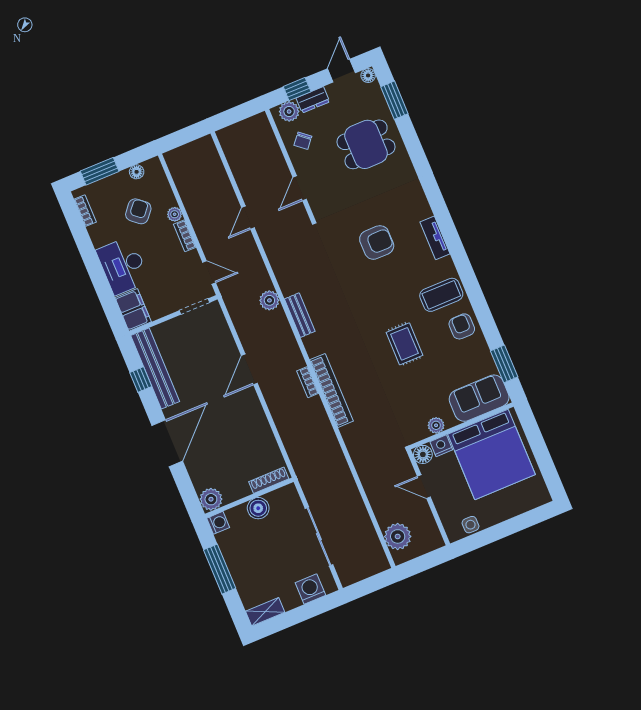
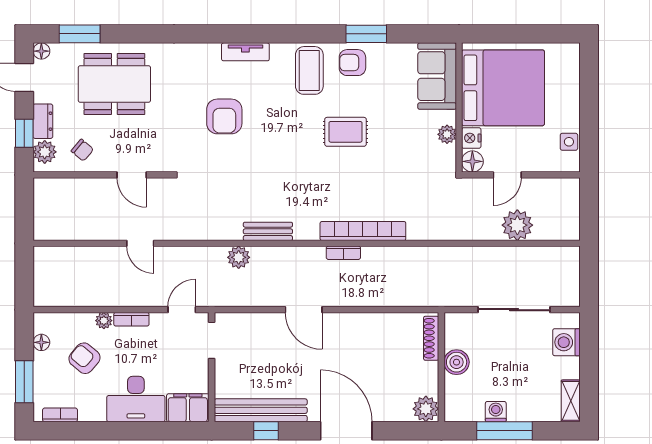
dining table: (366, 144) -> (114, 84), width x1.38
armchair: (377, 242) -> (224, 116), turned 180
window: (504, 364) -> (366, 34), moved
washing machine: (218, 523) -> (496, 412), moved
plant: (398, 536) -> (517, 225), moved

